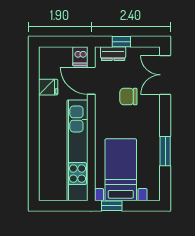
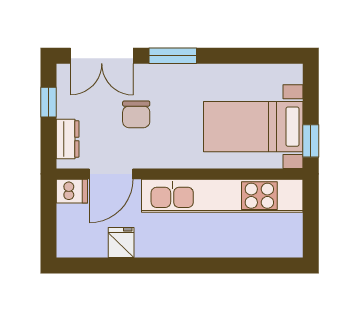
window: (121, 42) -> (49, 102), moved
window: (165, 151) -> (173, 56), moved

